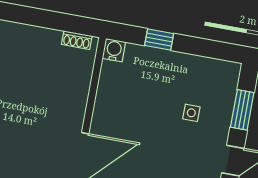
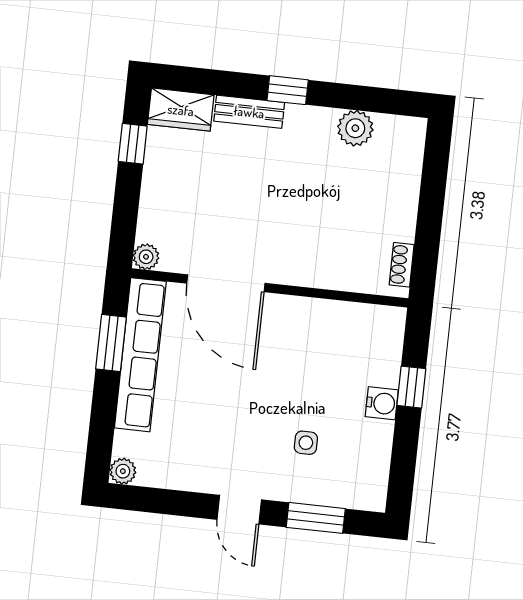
water cooler: (114, 50) -> (382, 403), moved

